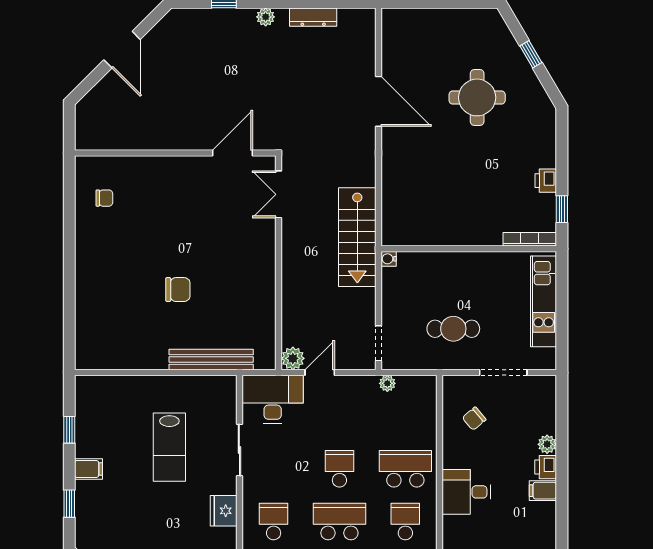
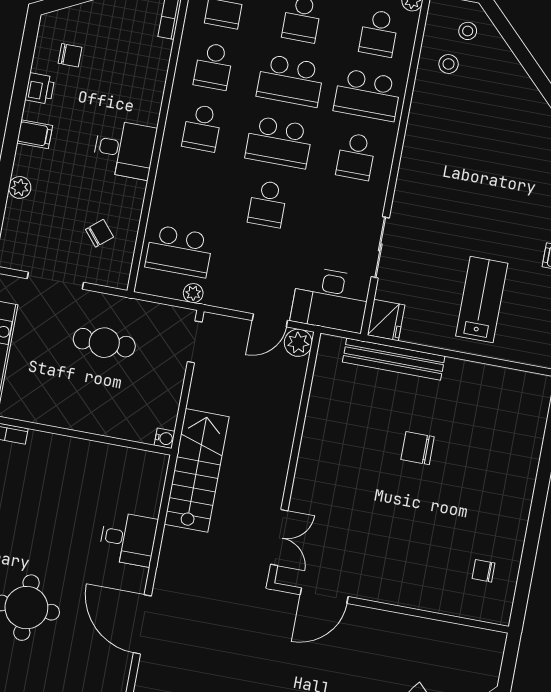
desk: (403, 170) -> (128, 539), added
lab bench: (169, 447) -> (482, 300), moved
printer: (546, 467) -> (40, 88), moved
school desk: (405, 469) -> (179, 251), moved
fridge: (224, 511) -> (386, 320), moved

